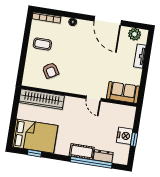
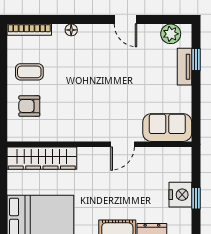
door: (108, 21) -> (125, 20), width x0.53
window: (148, 53) -> (196, 59), added
armchair: (51, 70) -> (29, 106), moved, turned 121
door: (94, 98) -> (123, 144), hinge flipped

